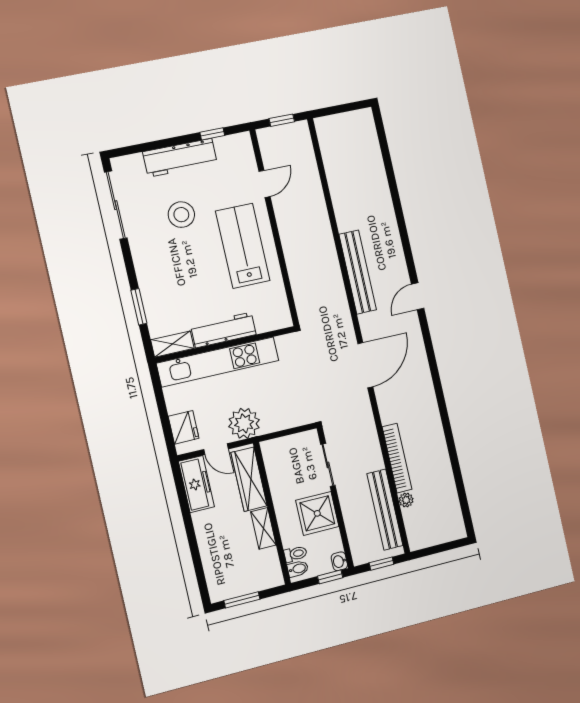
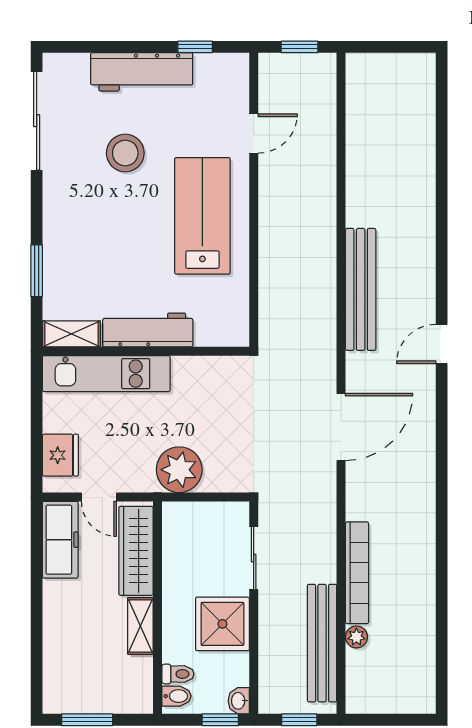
kitchen unit: (218, 362) -> (106, 374), width x0.73
plant: (244, 423) -> (179, 470), moved

